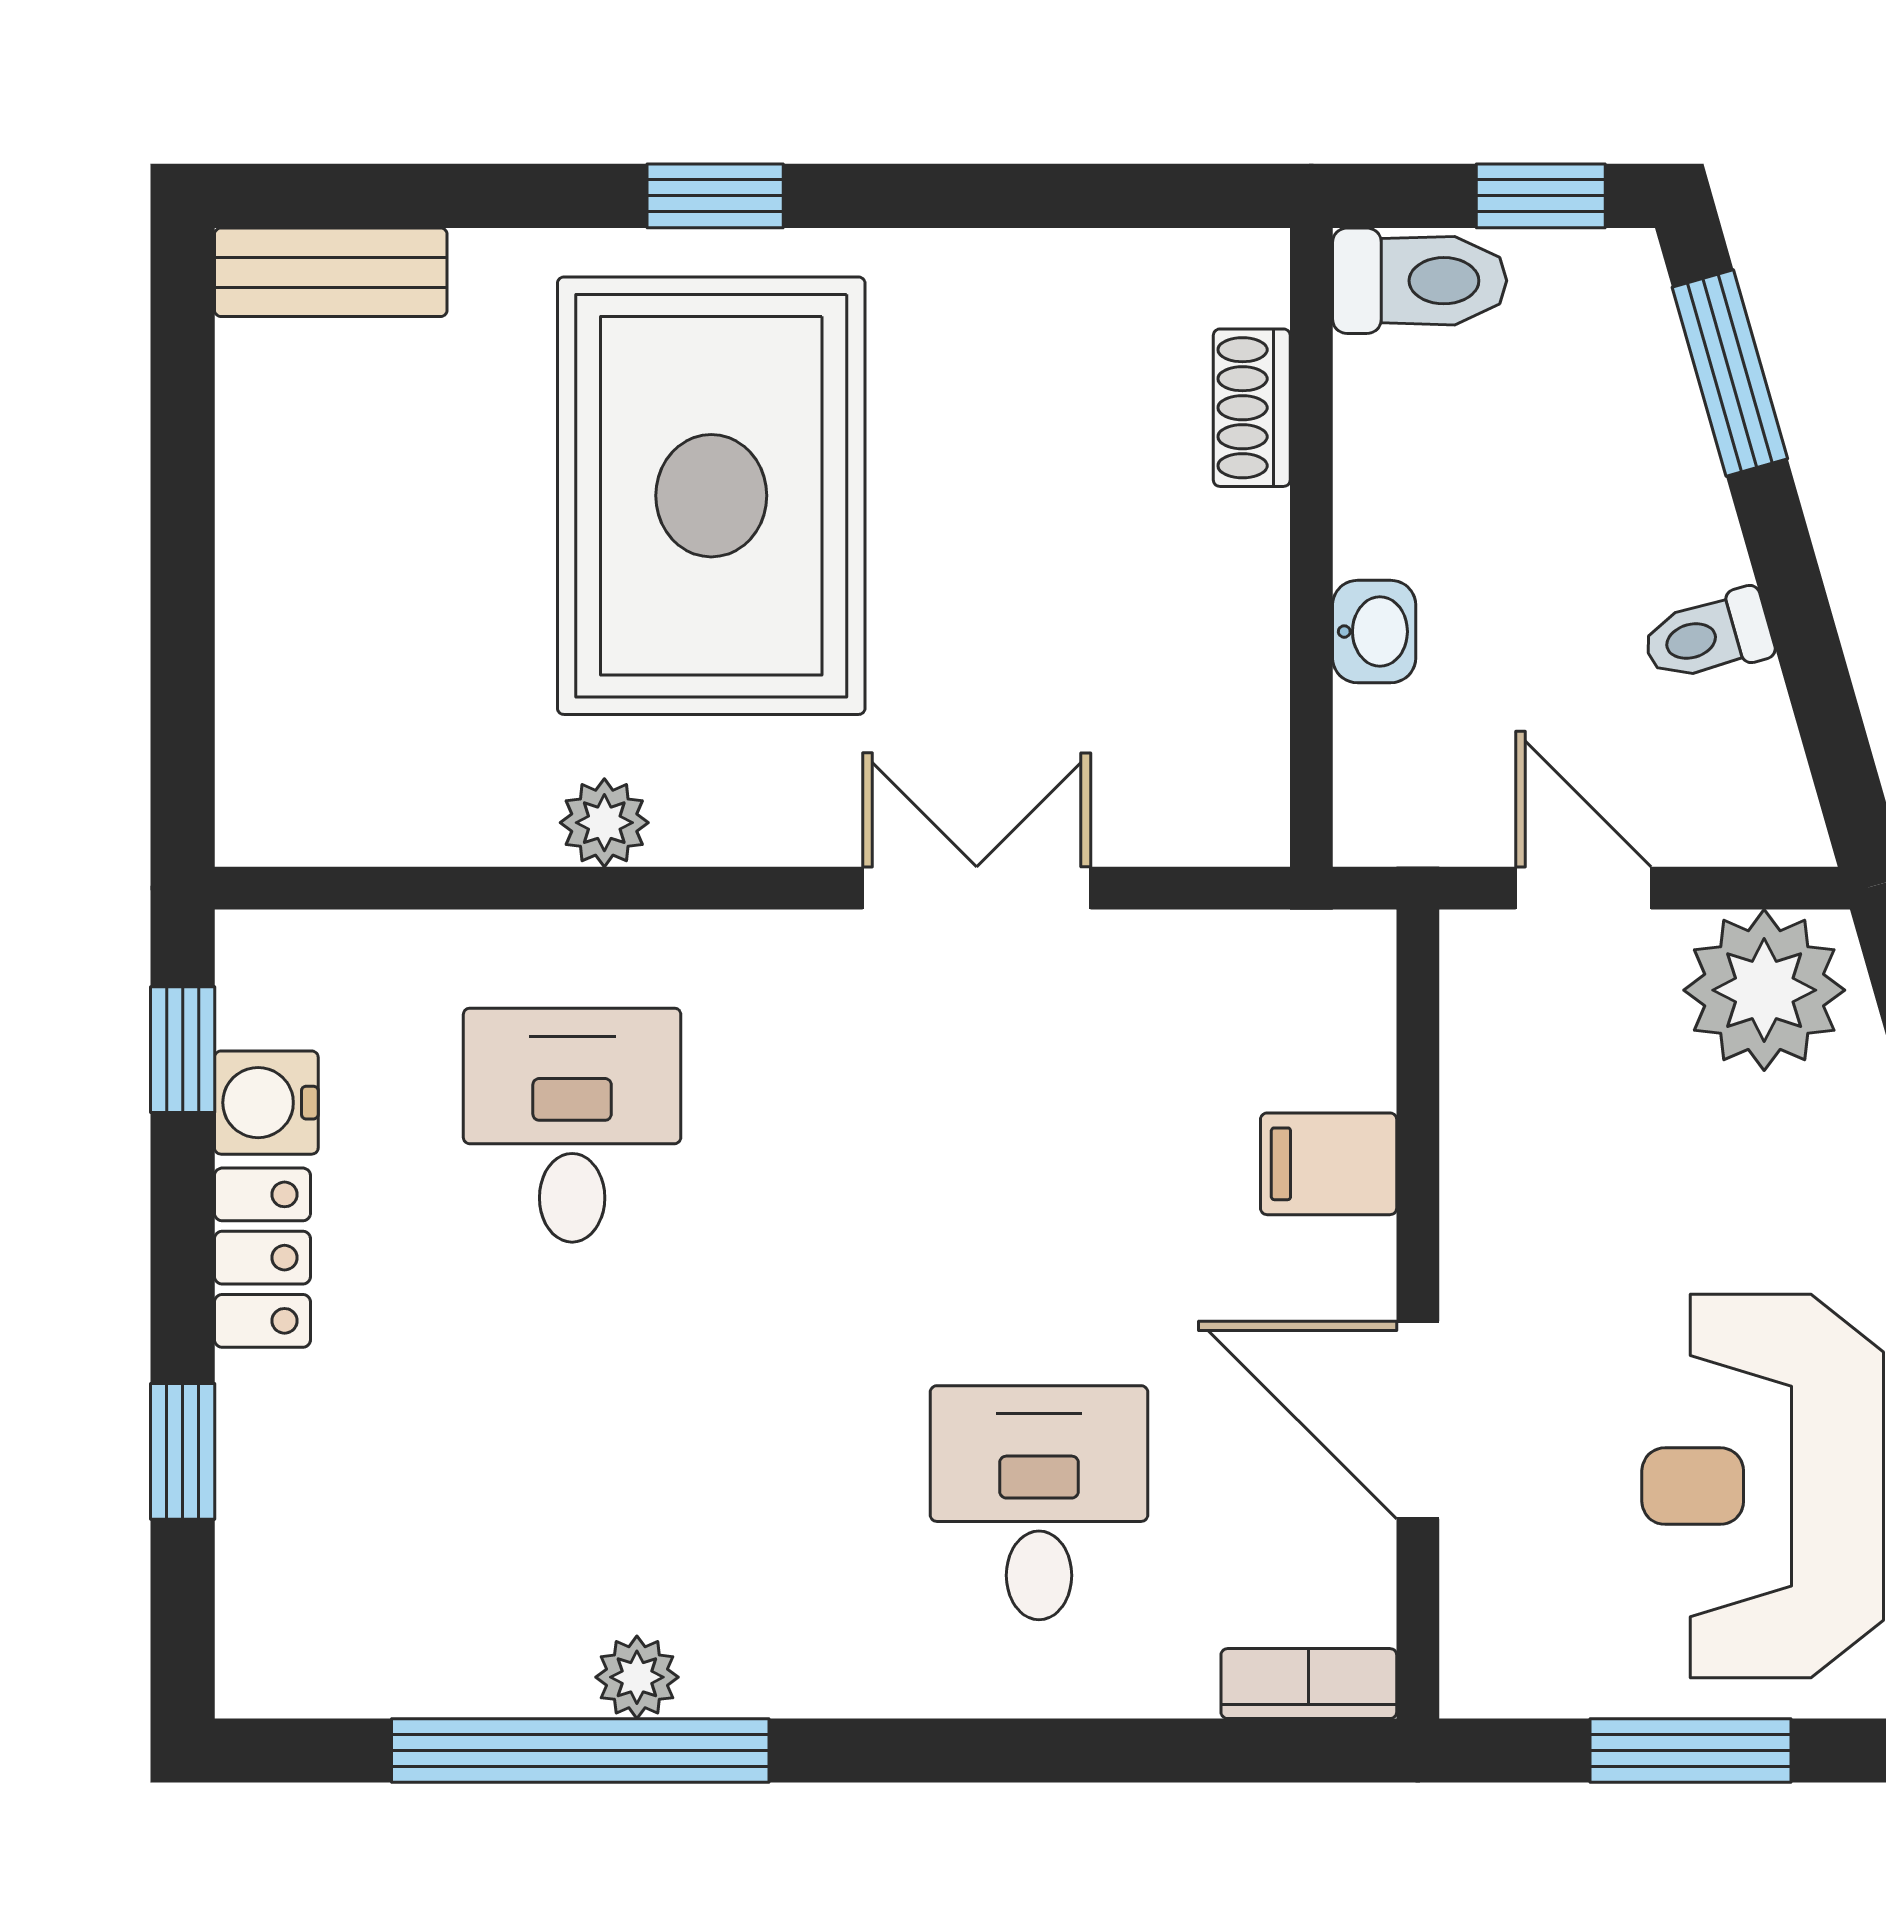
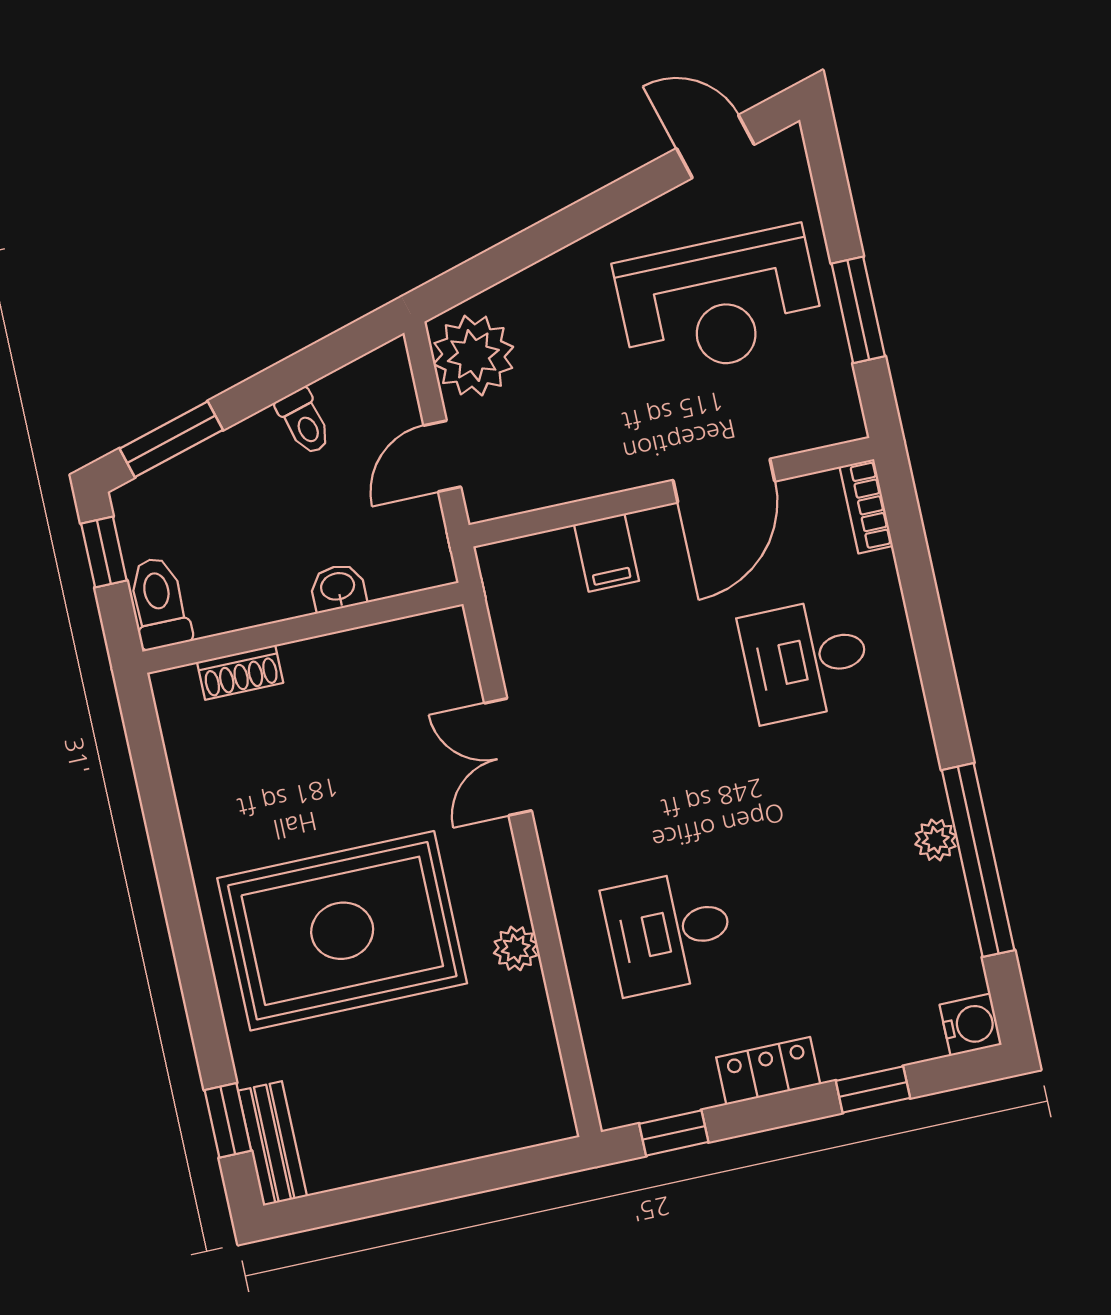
window: (715, 196) -> (228, 1120), moved
water cooler: (266, 1103) -> (971, 1025), moved, turned -90

